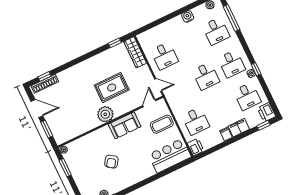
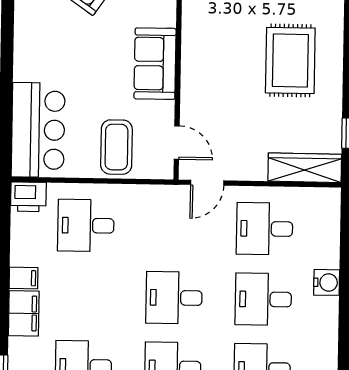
water cooler: (188, 16) -> (327, 282), moved
desk: (190, 43) -> (263, 299), added
rug: (112, 88) -> (290, 60), moved
plant: (105, 114) -> (201, 33), removed

